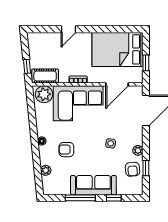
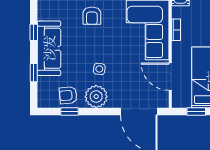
armchair: (66, 150) -> (92, 16), turned 180
plant: (138, 150) -> (96, 97), width x1.88, depth x1.88
window: (80, 198) -> (34, 32), width x0.46

